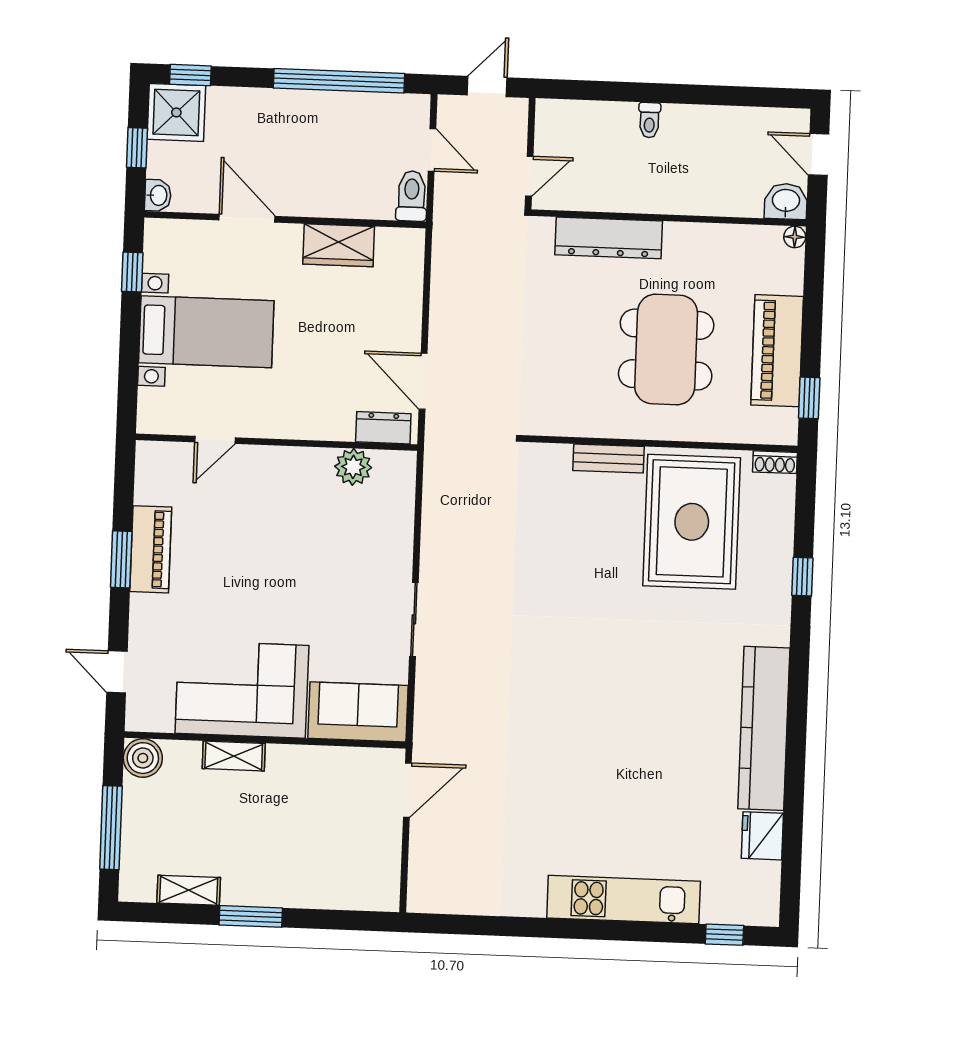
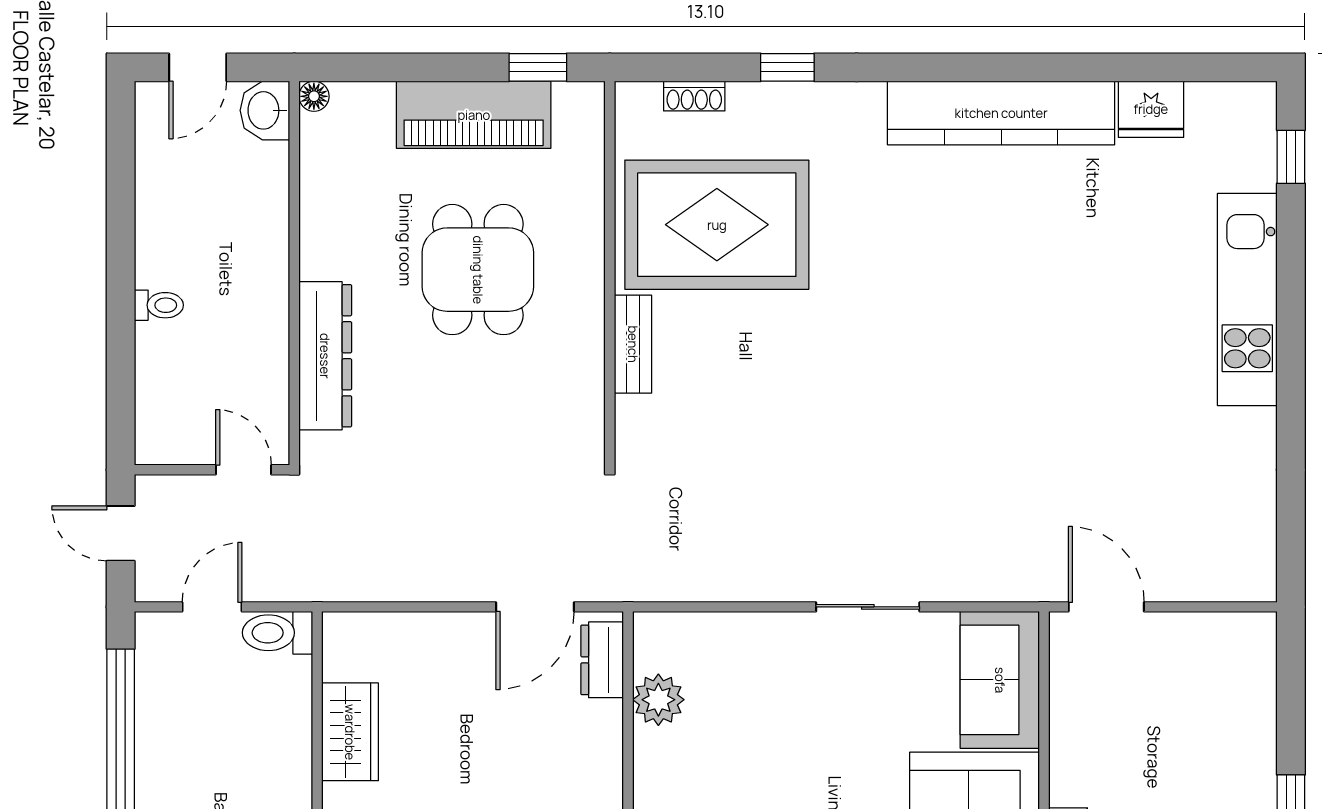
dining table: (666, 350) -> (478, 270), width x0.73
shoe rack: (775, 462) -> (694, 96), moved, turned 90

